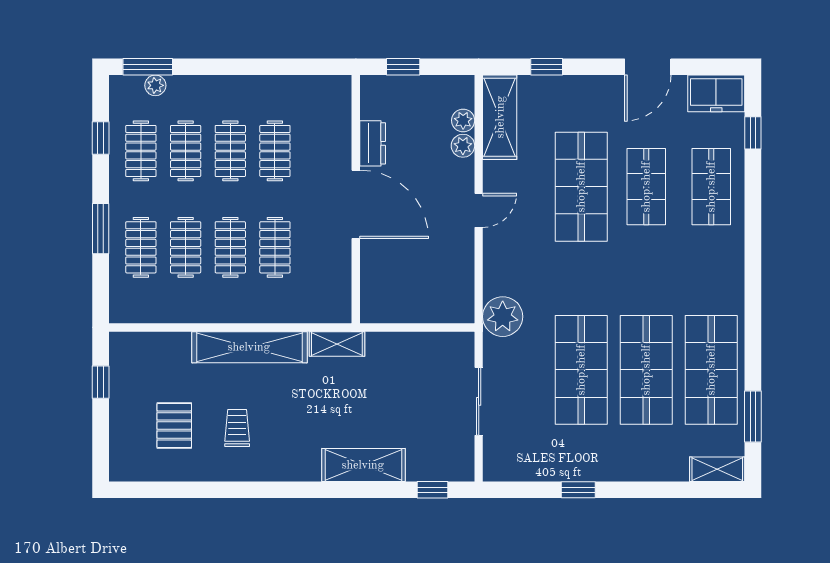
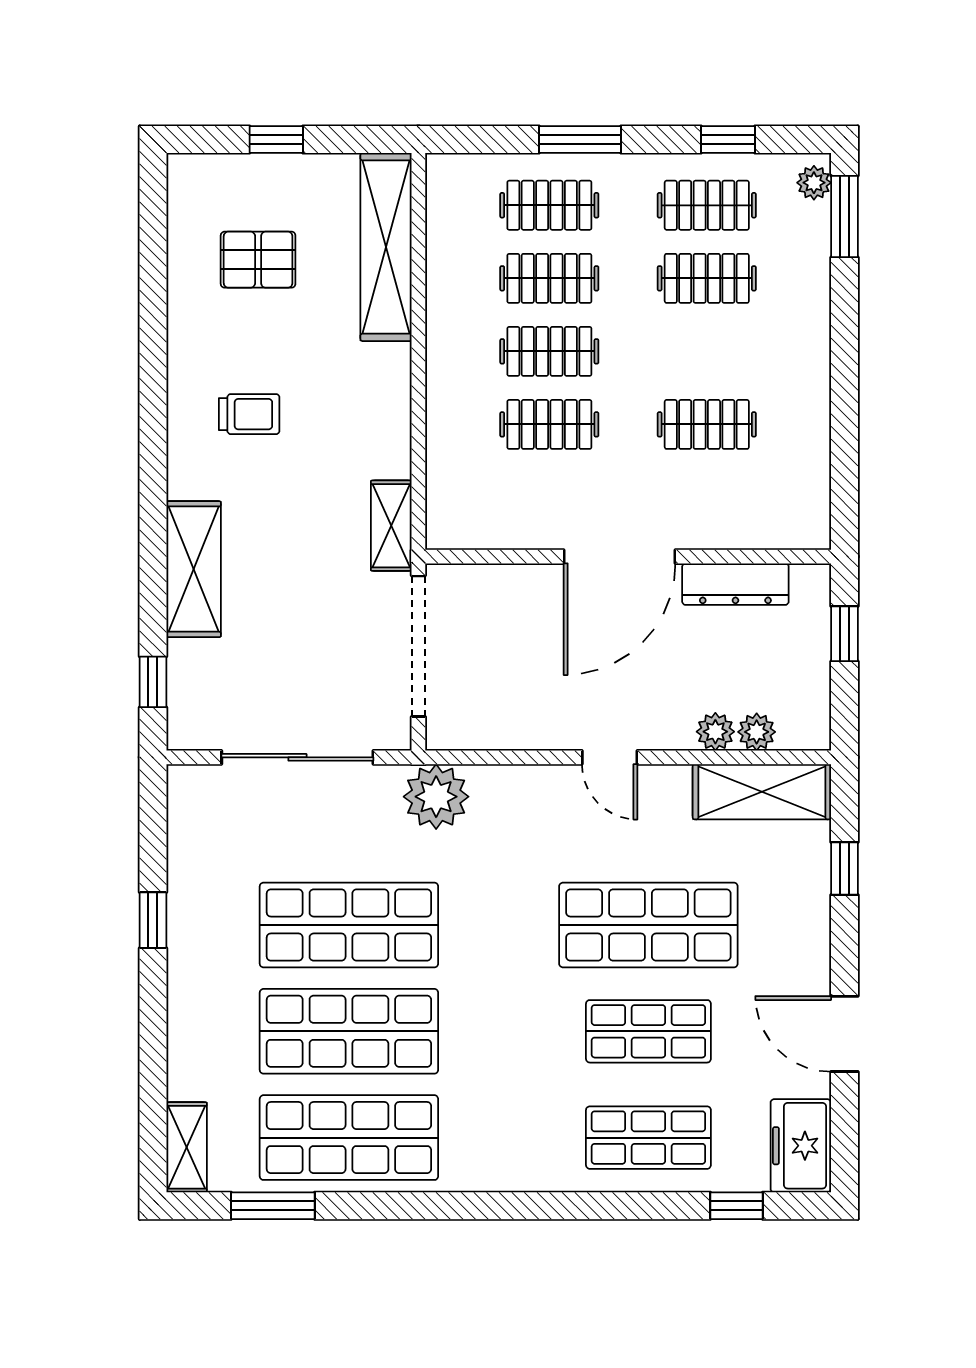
plant: (155, 85) -> (814, 183), moved
dresser: (373, 143) -> (735, 584), width x1.44
clothes rail: (230, 151) -> (707, 351), removed
doorway: (411, 327) -> (418, 646), added
shelving: (249, 347) -> (386, 247), moved
window: (101, 382) -> (276, 139), moved
sliding door: (479, 401) -> (297, 757), width x1.37
trolley: (237, 428) -> (249, 414), moved

